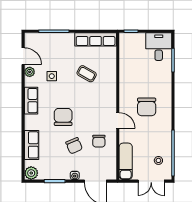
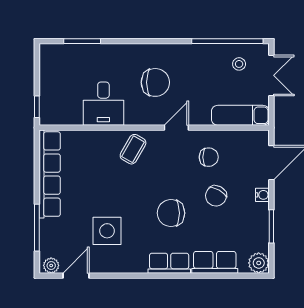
row of seats: (96, 39) -> (50, 174), width x1.36
desk: (159, 47) -> (103, 104), moved, turned -90
plant: (30, 72) -> (51, 266), moved
coffee table: (87, 74) -> (133, 149), moved
side table: (52, 76) -> (107, 231), width x1.87, depth x1.87
row of seats: (31, 101) -> (169, 263), moved
chair: (74, 146) -> (216, 196), turned 142

